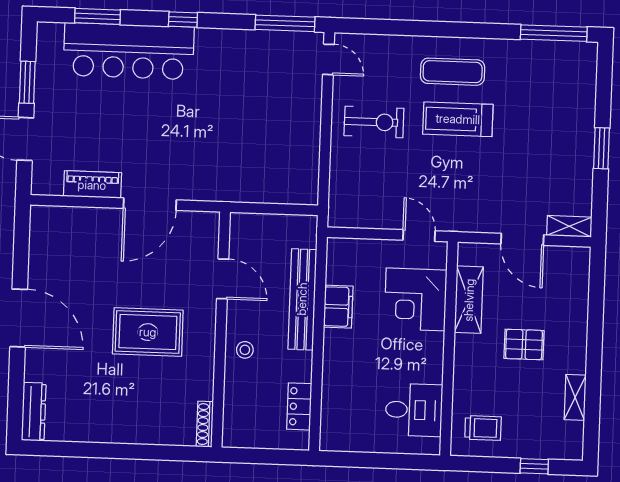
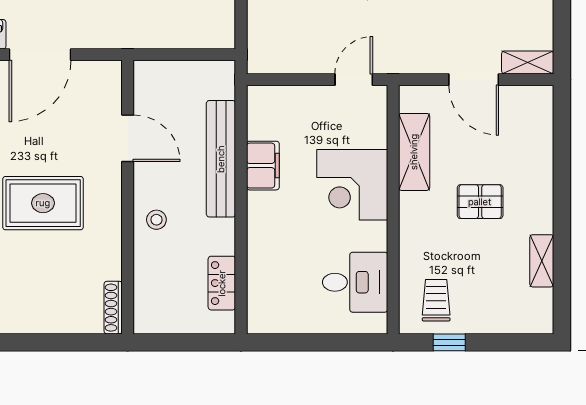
door: (419, 236) -> (354, 80), hinge flipped
corner desk: (415, 299) -> (352, 185), moved
trolley: (483, 428) -> (436, 300), turned -90
window: (534, 466) -> (449, 342), moved

